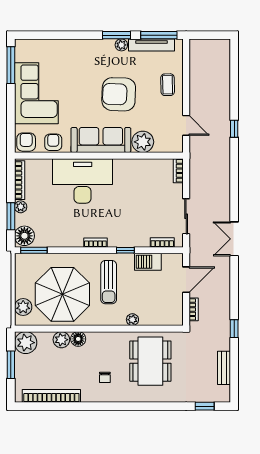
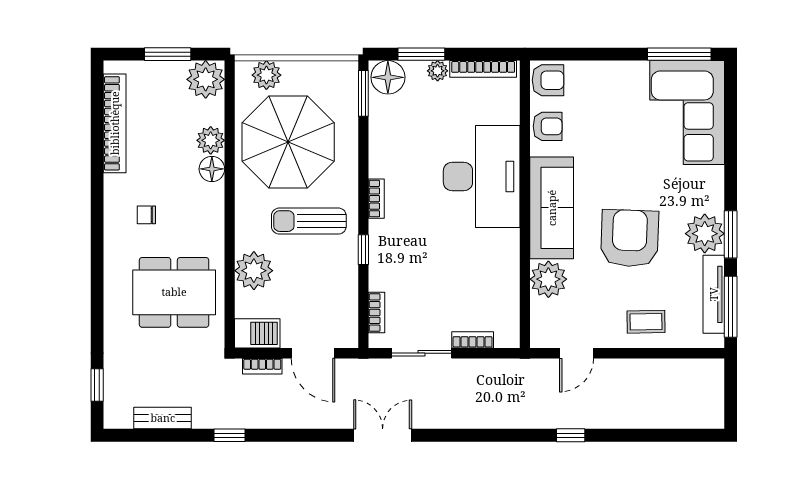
plant: (121, 45) -> (705, 234), width x1.87, depth x1.87
corner sofa: (36, 93) -> (687, 113), moved, turned 90
bookcase: (178, 171) -> (473, 340), moved
barbecue: (148, 262) -> (257, 333), moved, turned 90
plant: (132, 320) -> (254, 271), width x1.87, depth x1.87

